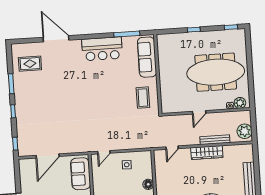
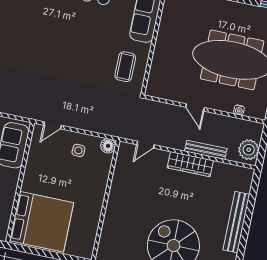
plant: (240, 103) -> (253, 110), removed
door: (199, 112) -> (195, 107), hinge flipped
floor lamp: (148, 184) -> (108, 146), moved

